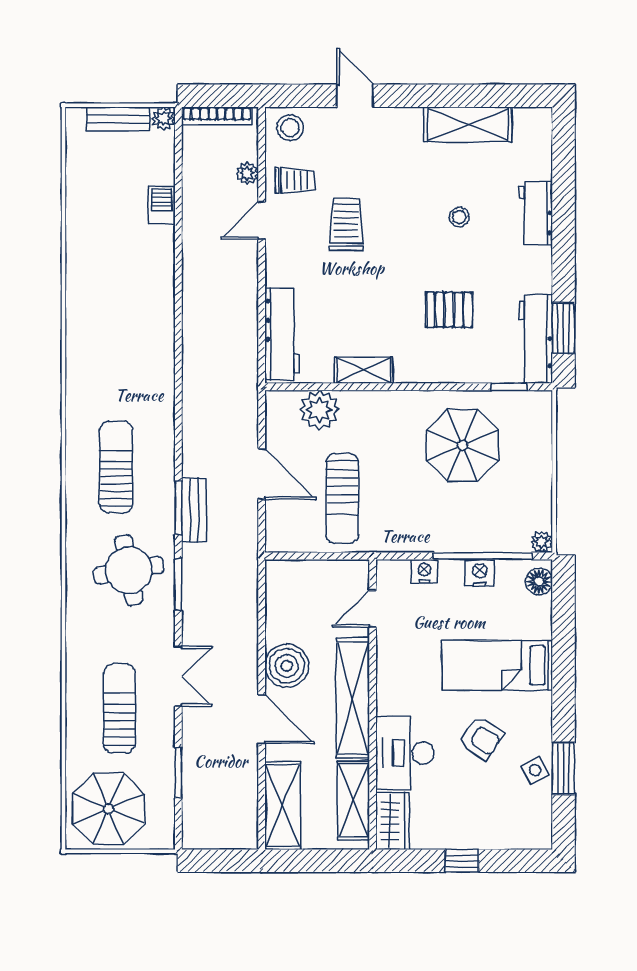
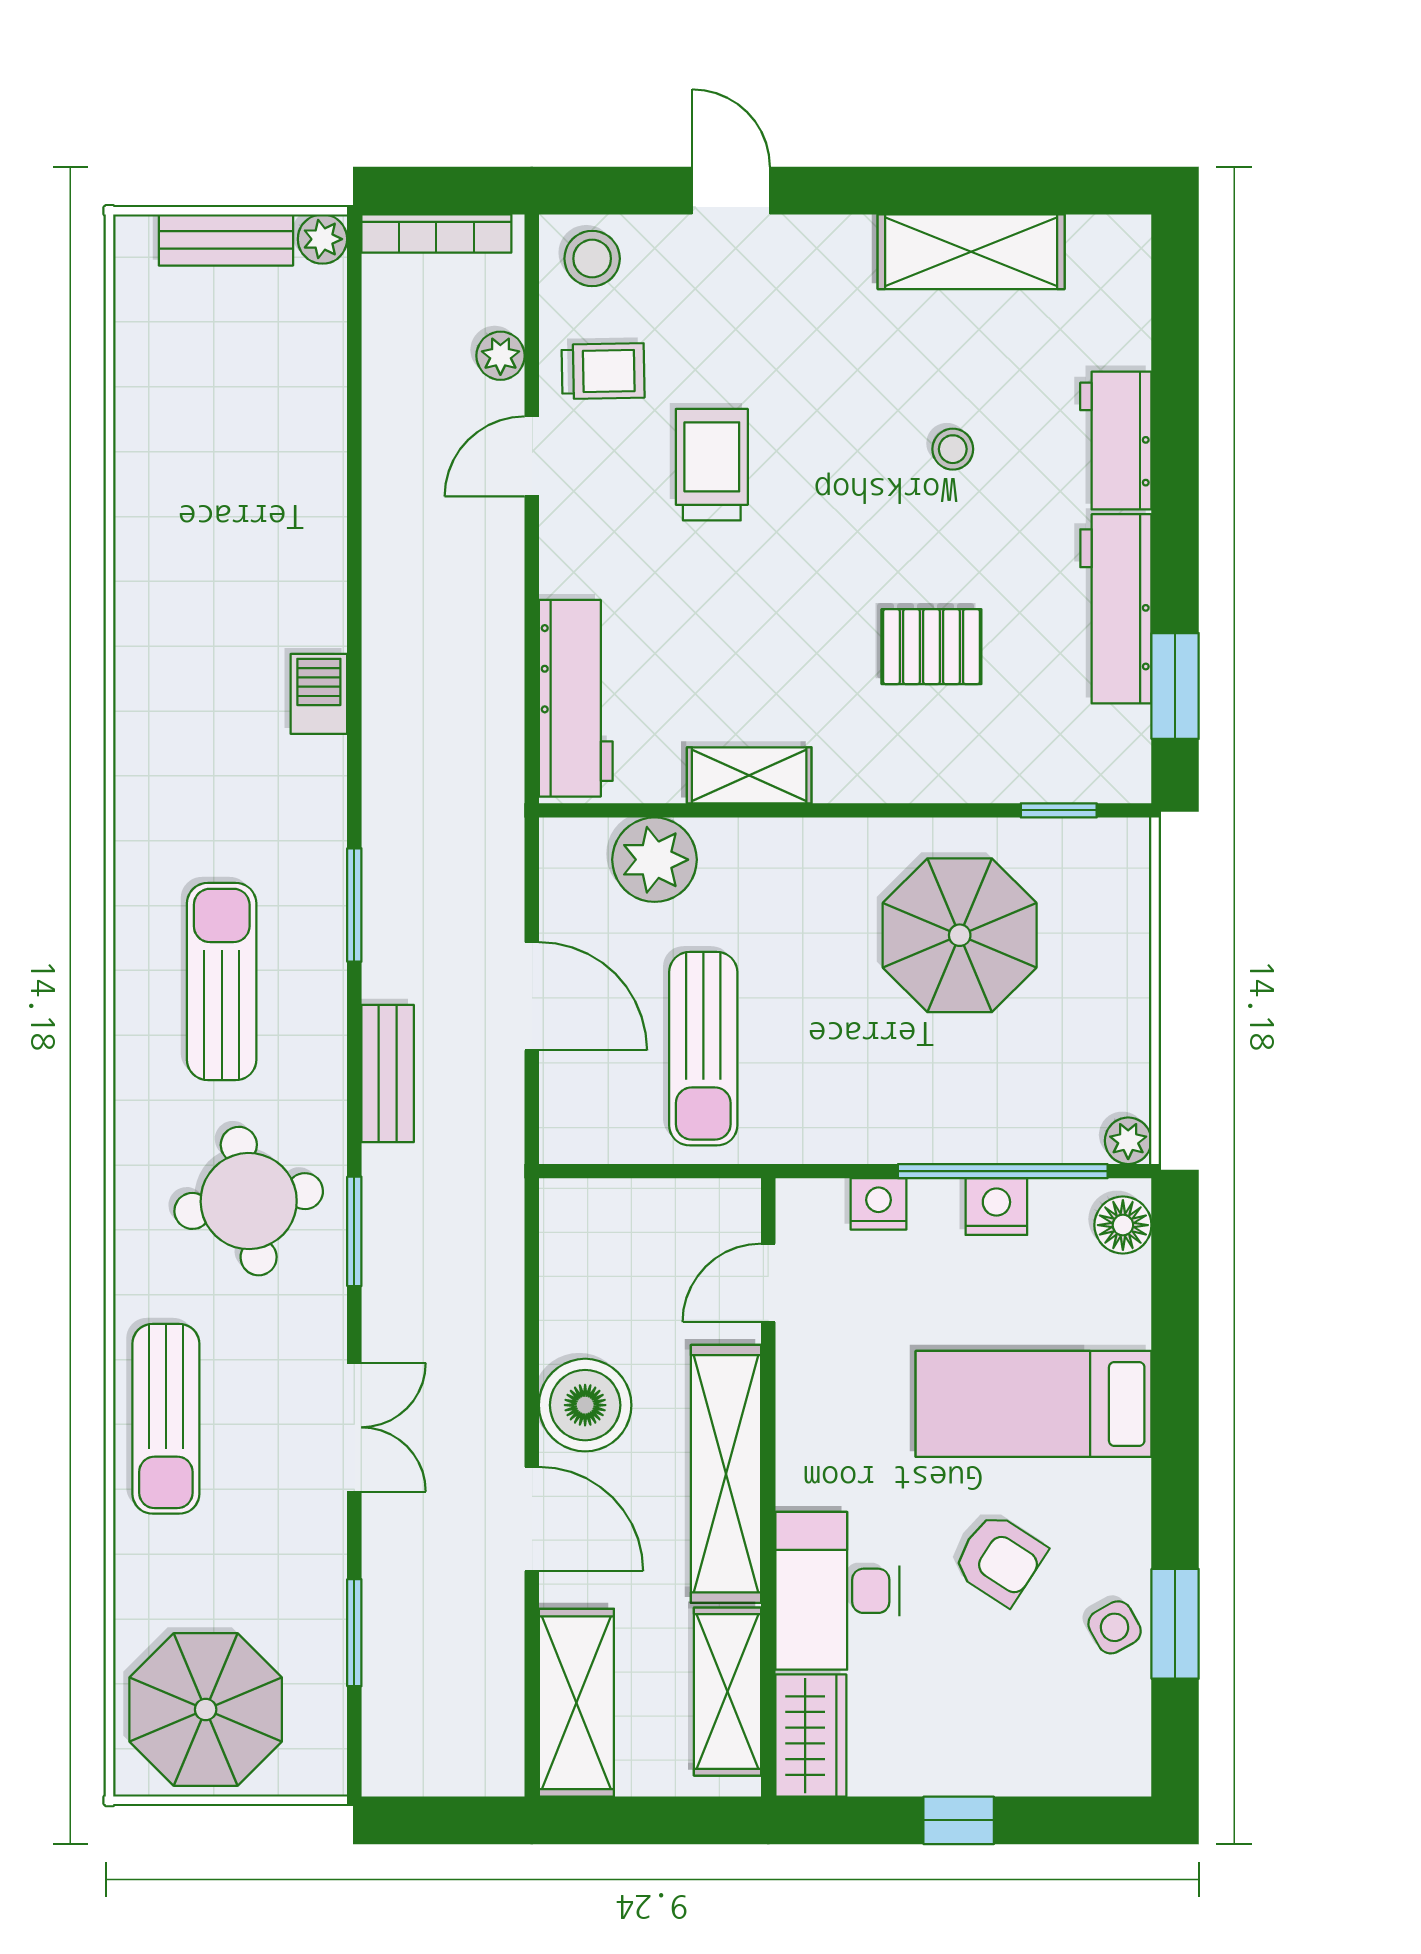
barbecue: (162, 205) -> (319, 694), moved
workbench: (536, 339) -> (1116, 609), moved
window: (178, 508) -> (354, 905), moved
sun lounger: (120, 709) -> (166, 1419), moved, turned 180

